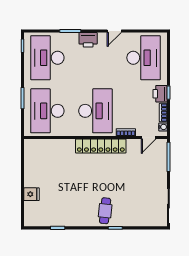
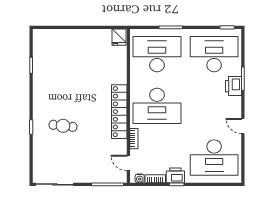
printer: (88, 40) -> (233, 86), moved
fridge: (32, 194) -> (119, 37), moved
cafe table: (105, 211) -> (63, 126), moved

